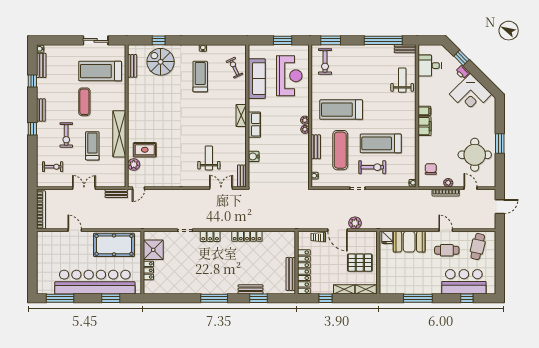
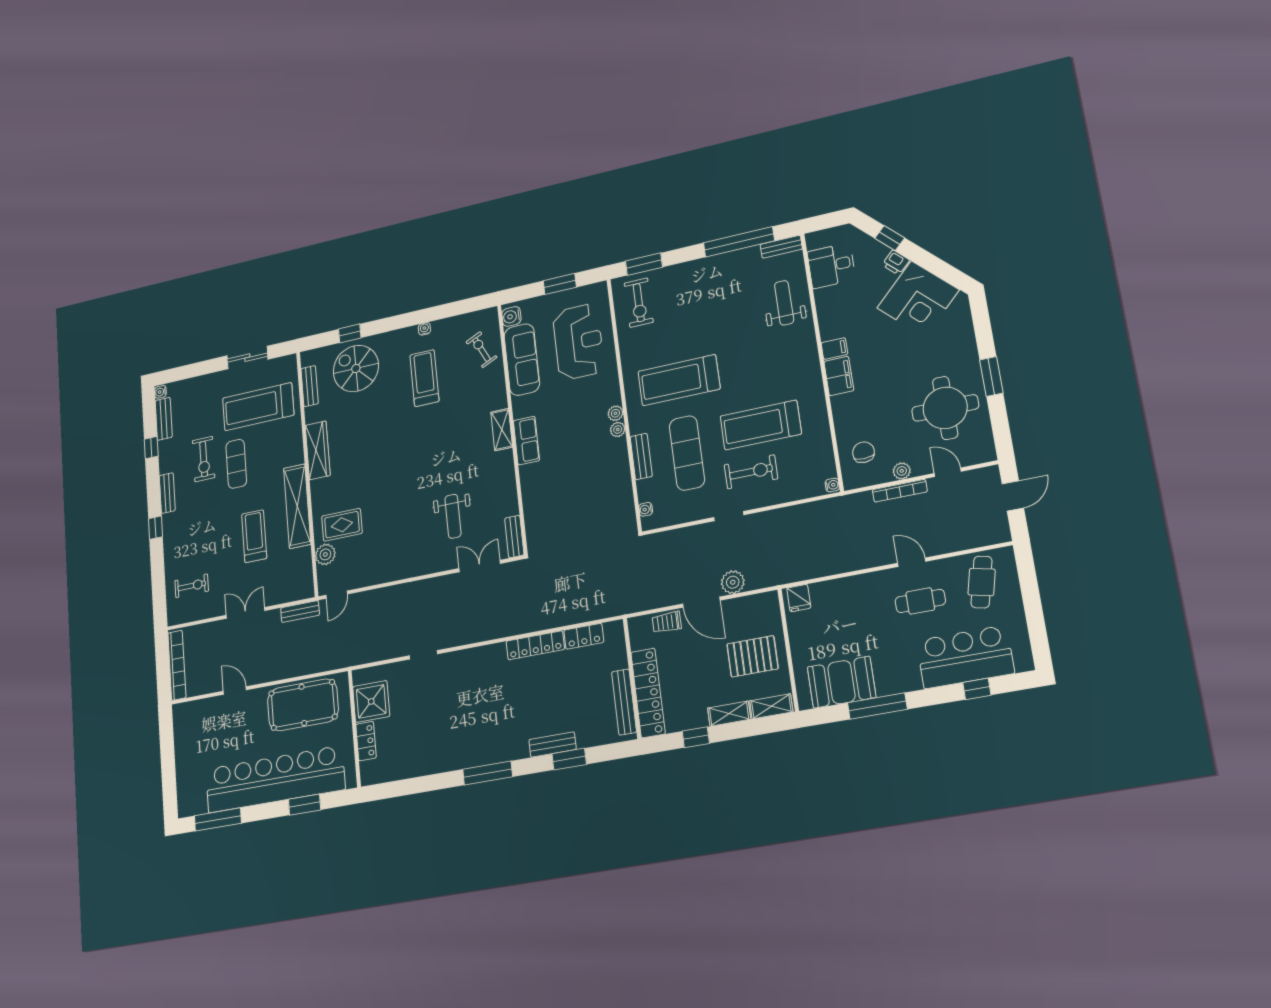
wardrobe: (134, 104) -> (318, 450), added
exercise bike: (66, 135) -> (204, 459), moved
water cooler: (254, 156) -> (511, 316), moved
weight bench: (209, 158) -> (453, 516), turned 180
locker: (210, 236) -> (584, 636), moved
booth: (409, 242) -> (842, 682), moved

